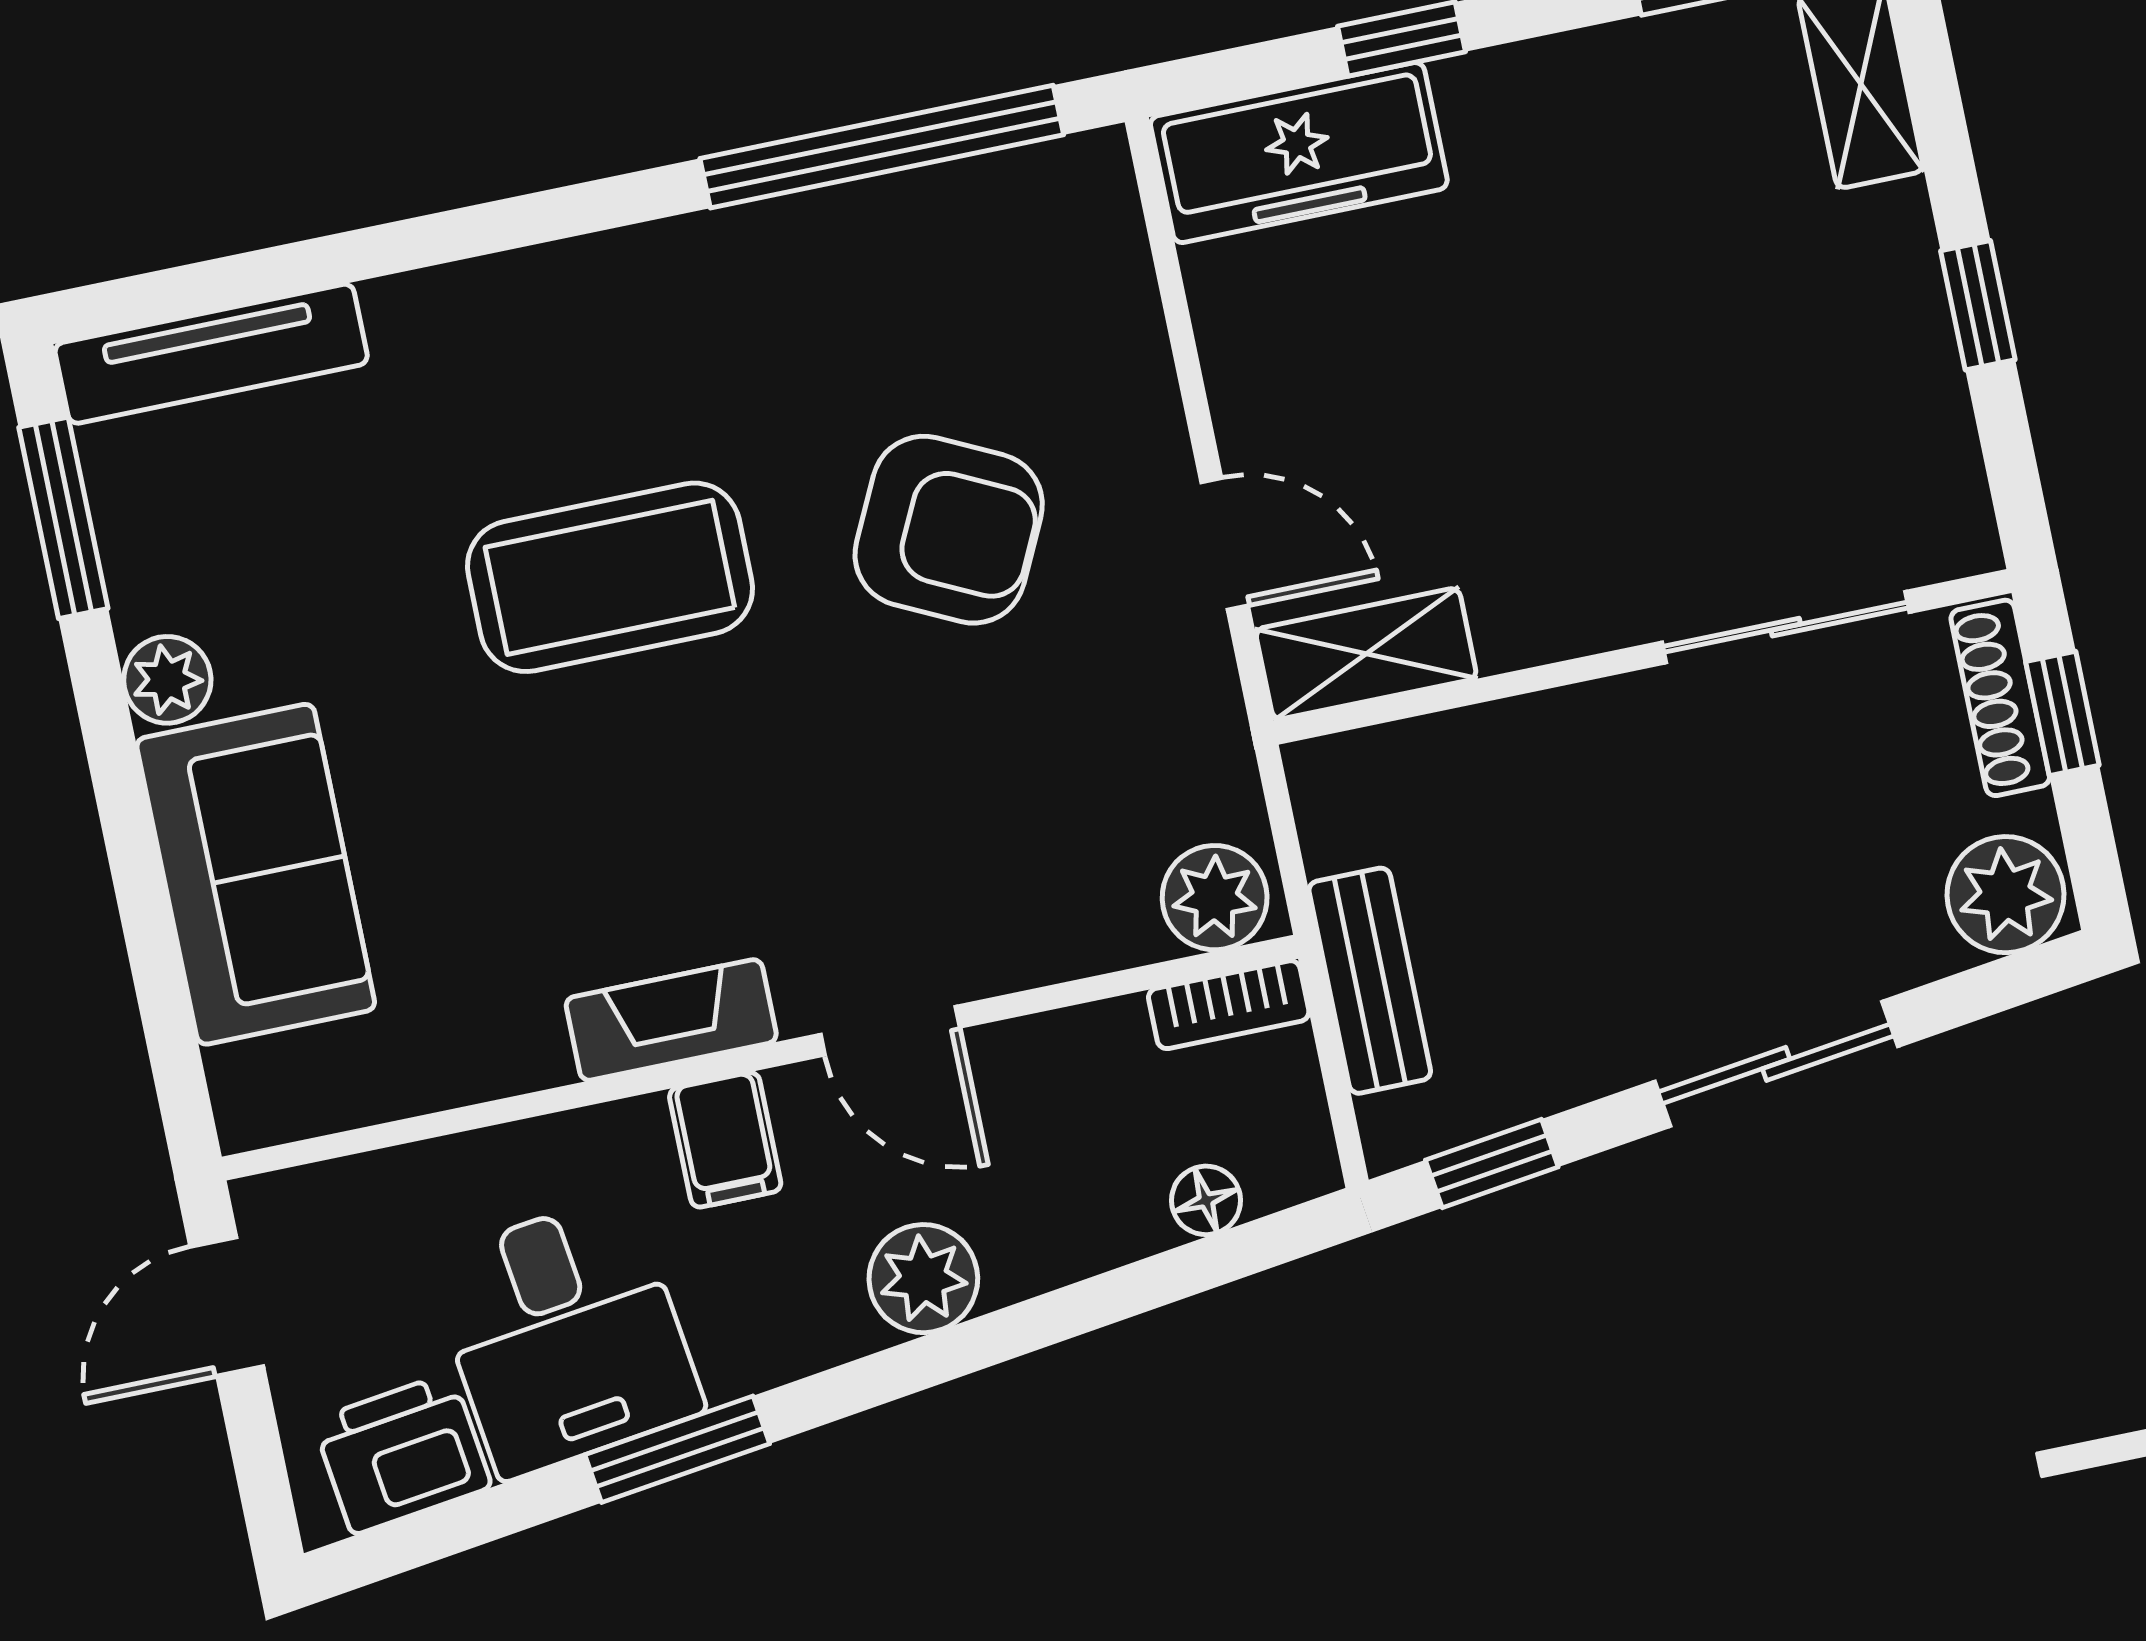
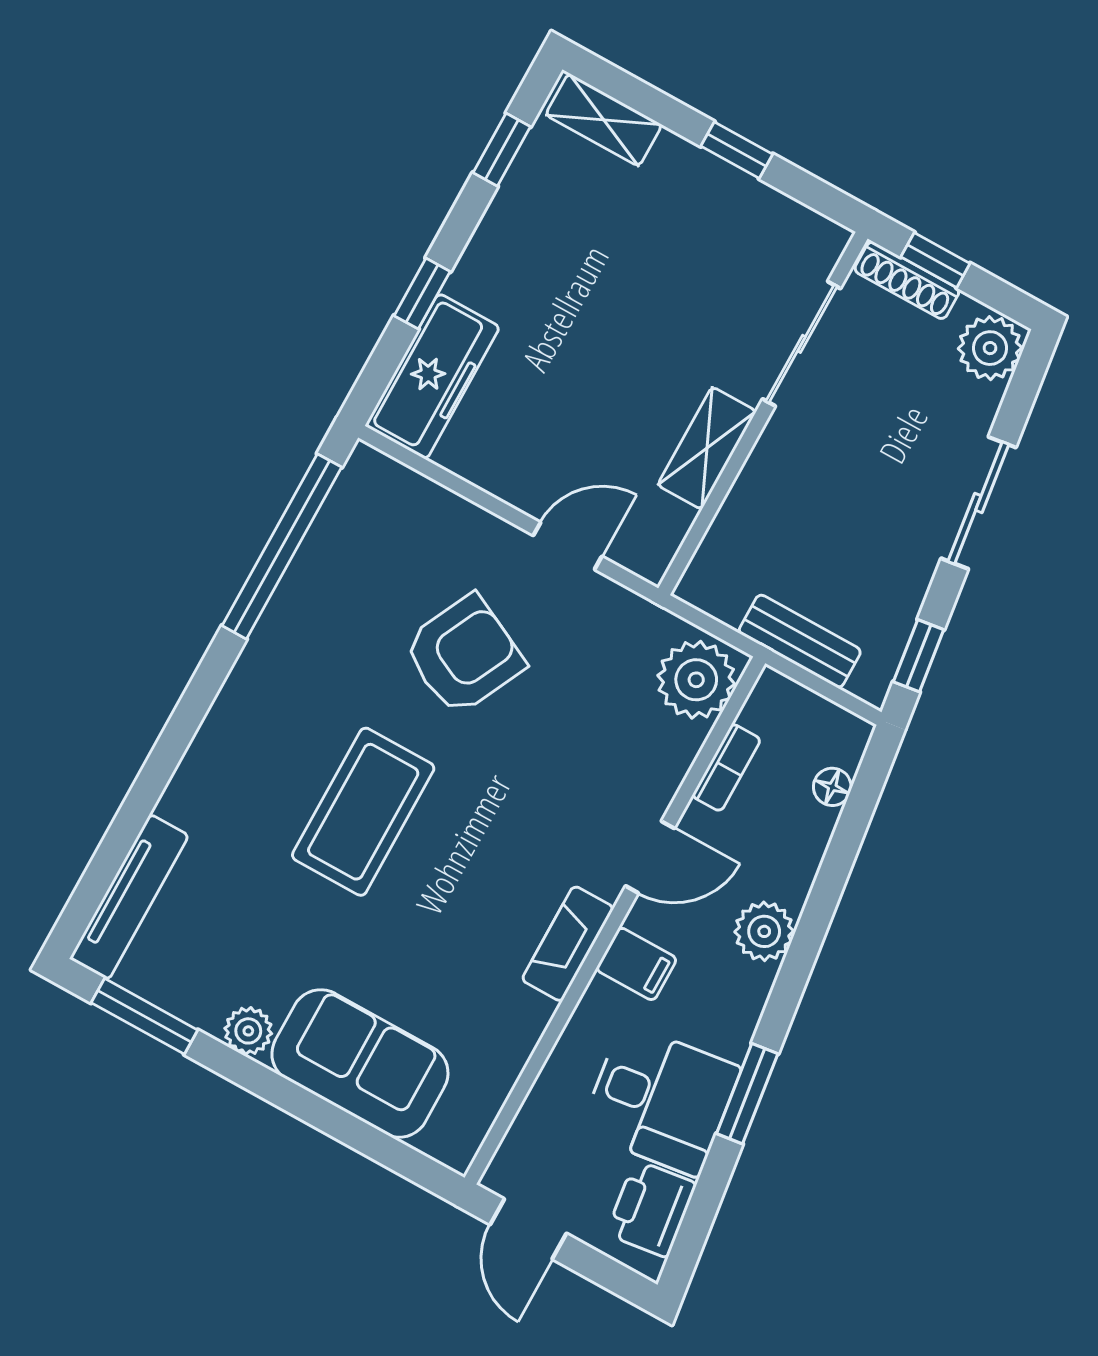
shelving: (1366, 654) -> (707, 448), moved
plant: (1215, 898) -> (696, 680), width x1.36, depth x1.36
bookcase: (1229, 1005) -> (726, 768), moved

